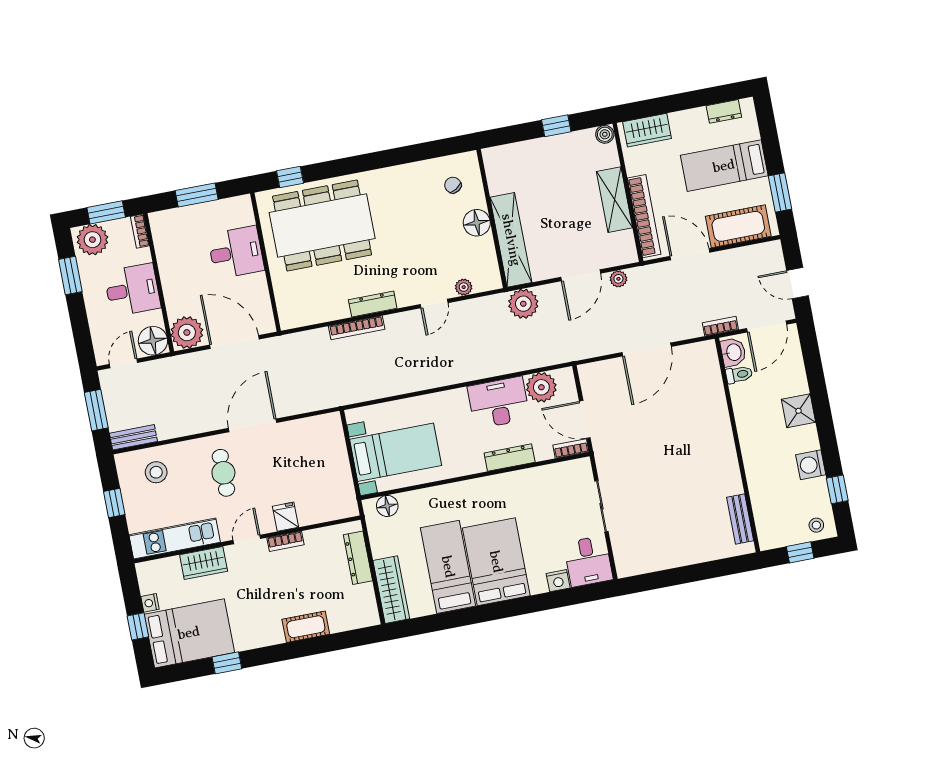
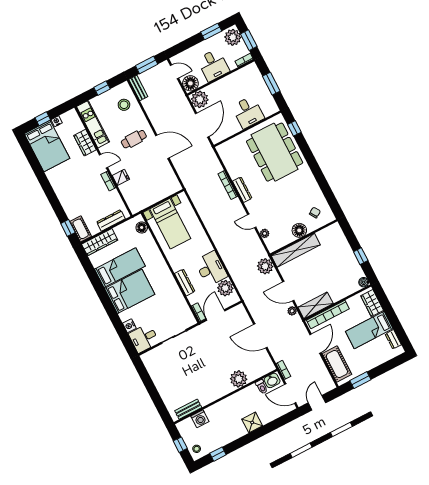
bed: (724, 166) -> (369, 330), moved, turned -90
shelving: (614, 200) -> (316, 305), moved
plant: (713, 412) -> (239, 379), added
washing machine: (811, 465) -> (200, 419), moved, turned 180
cot: (306, 627) -> (81, 229), moved
window: (227, 663) -> (68, 228), moved

